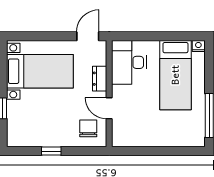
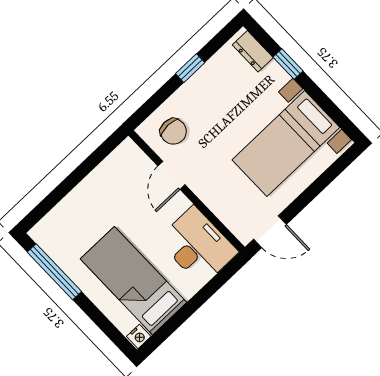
door: (88, 36) -> (270, 232), hinge flipped
dresser: (100, 79) -> (253, 51), moved, turned 180
door: (109, 108) -> (171, 175), swing flipped

